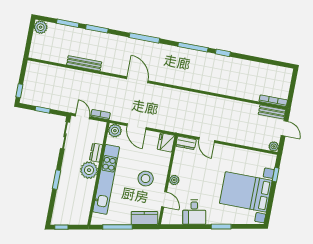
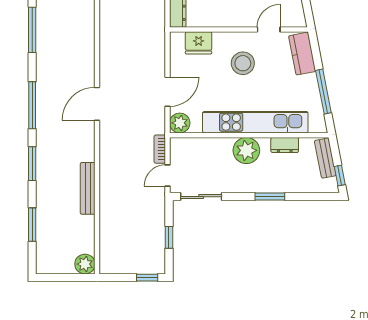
plant: (41, 27) -> (85, 264), moved
window: (97, 29) -> (32, 164), moved
fridge: (166, 142) -> (199, 43), moved
dresser: (96, 153) -> (285, 145), moved
plant: (174, 180) -> (237, 20), removed
bench: (74, 220) -> (325, 158), added

